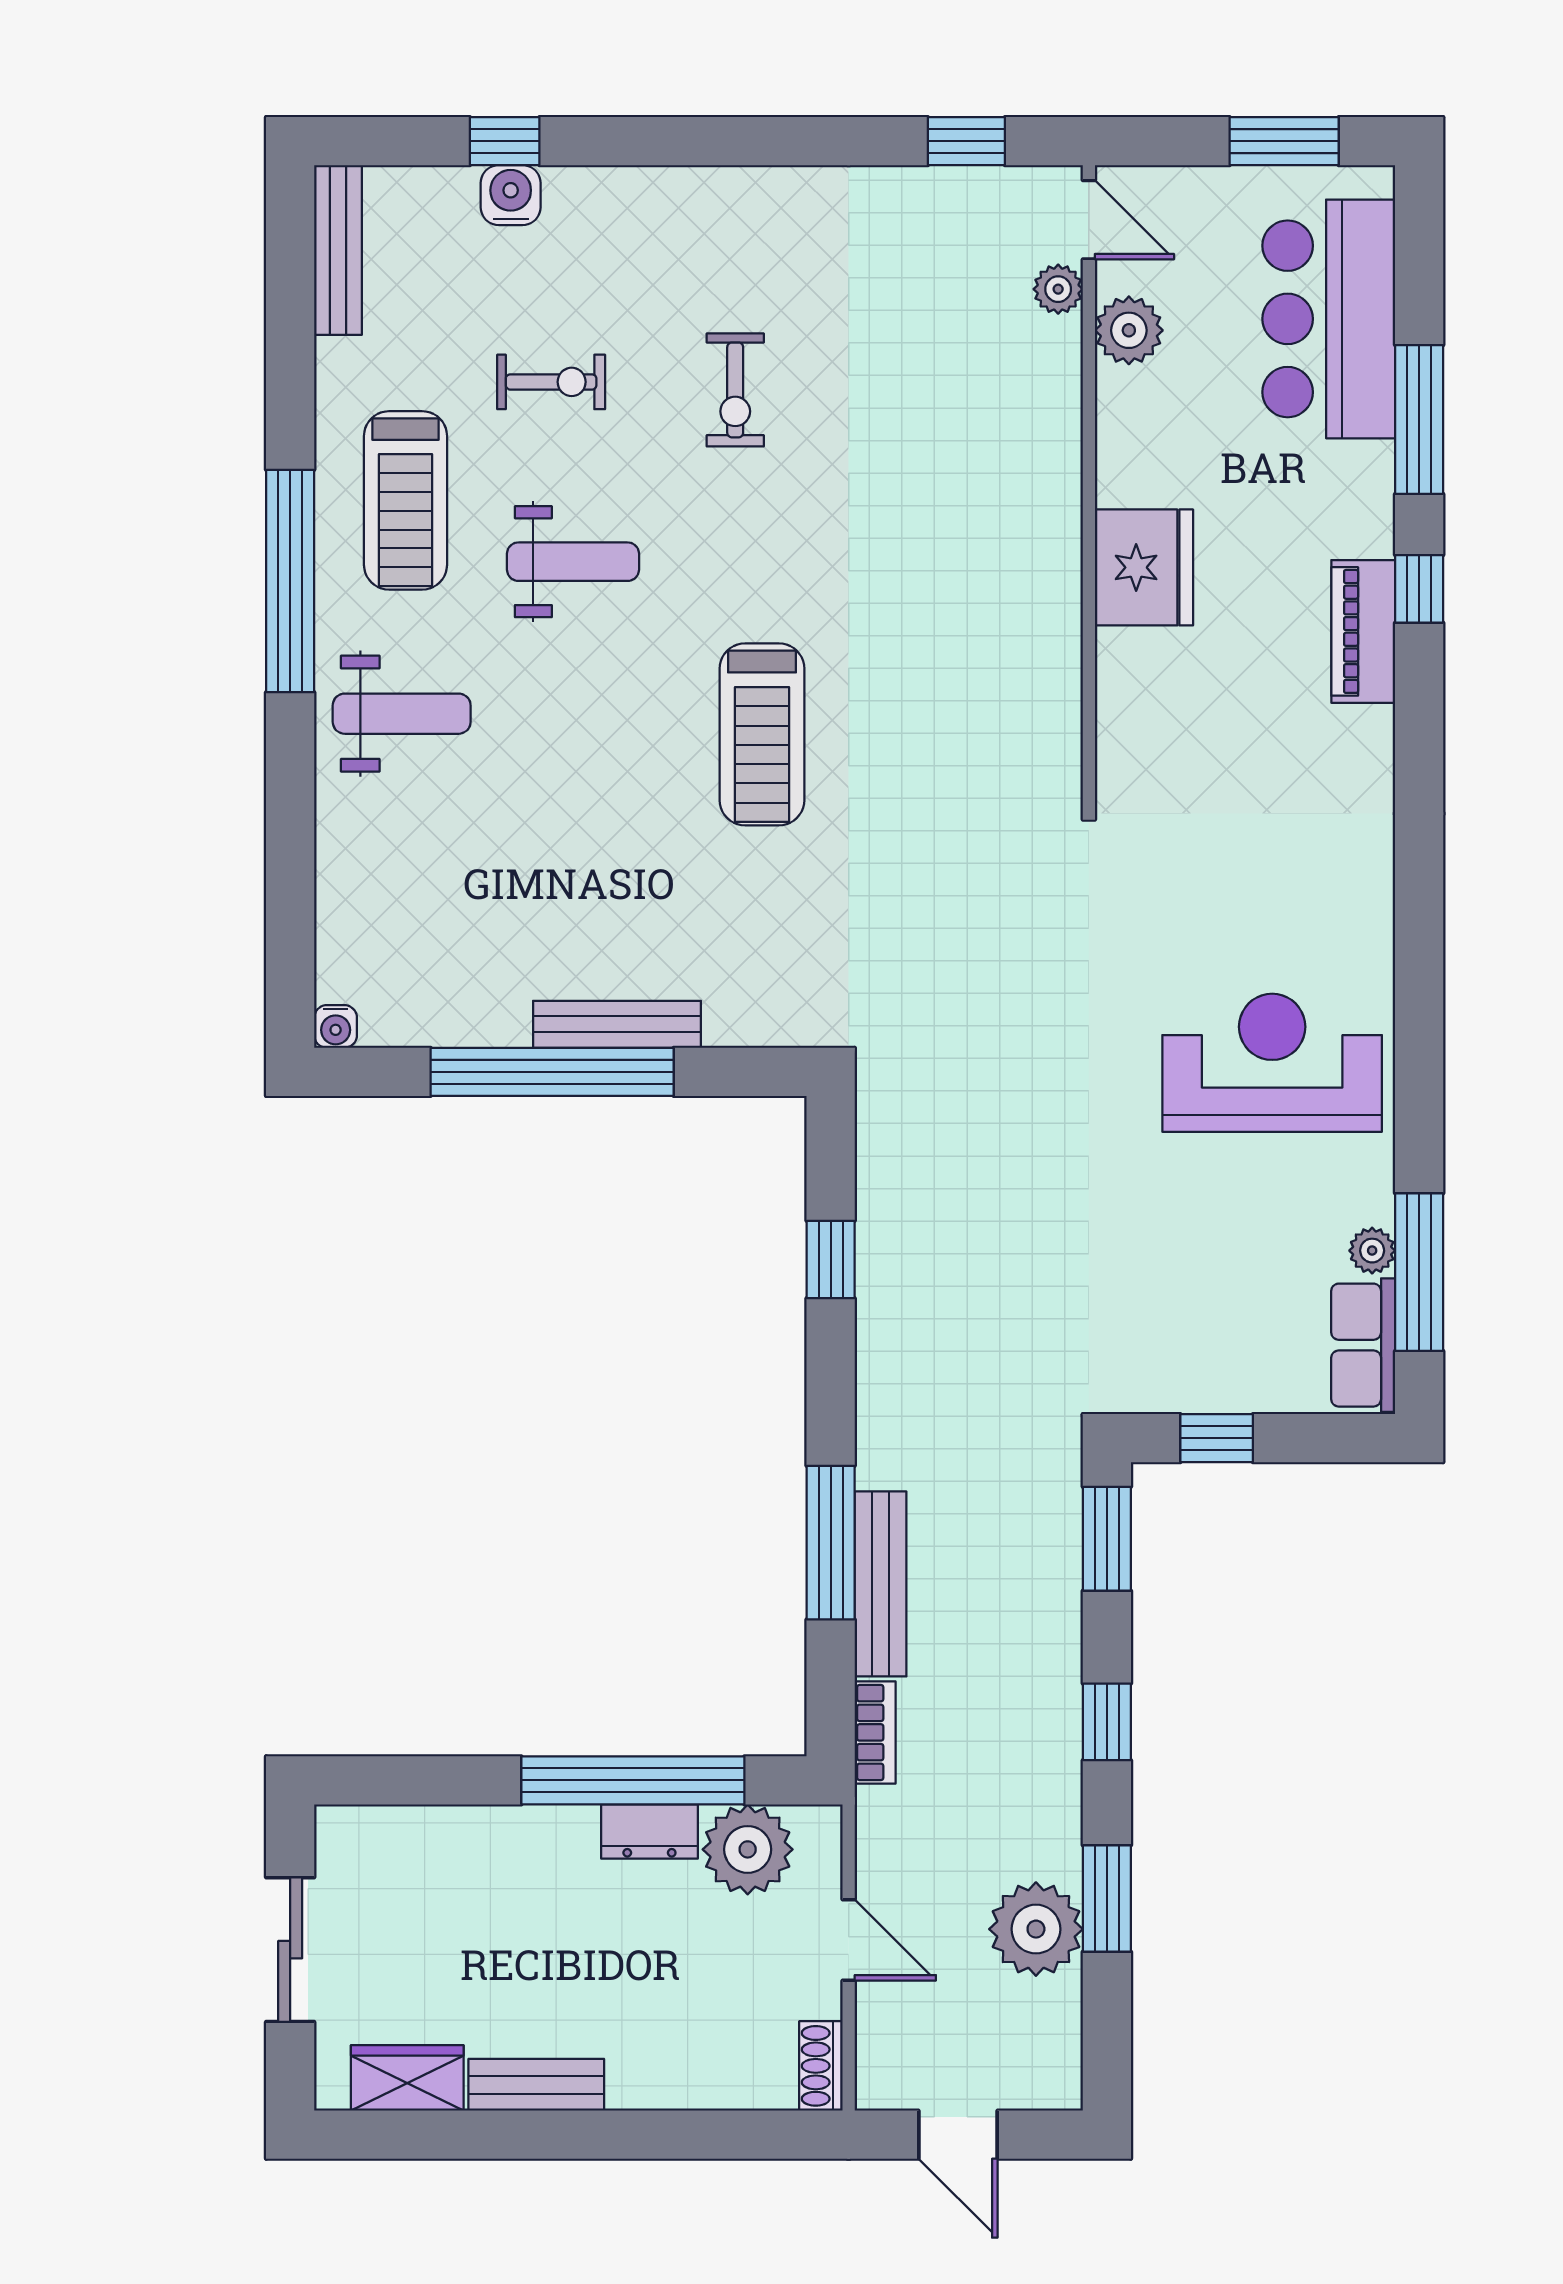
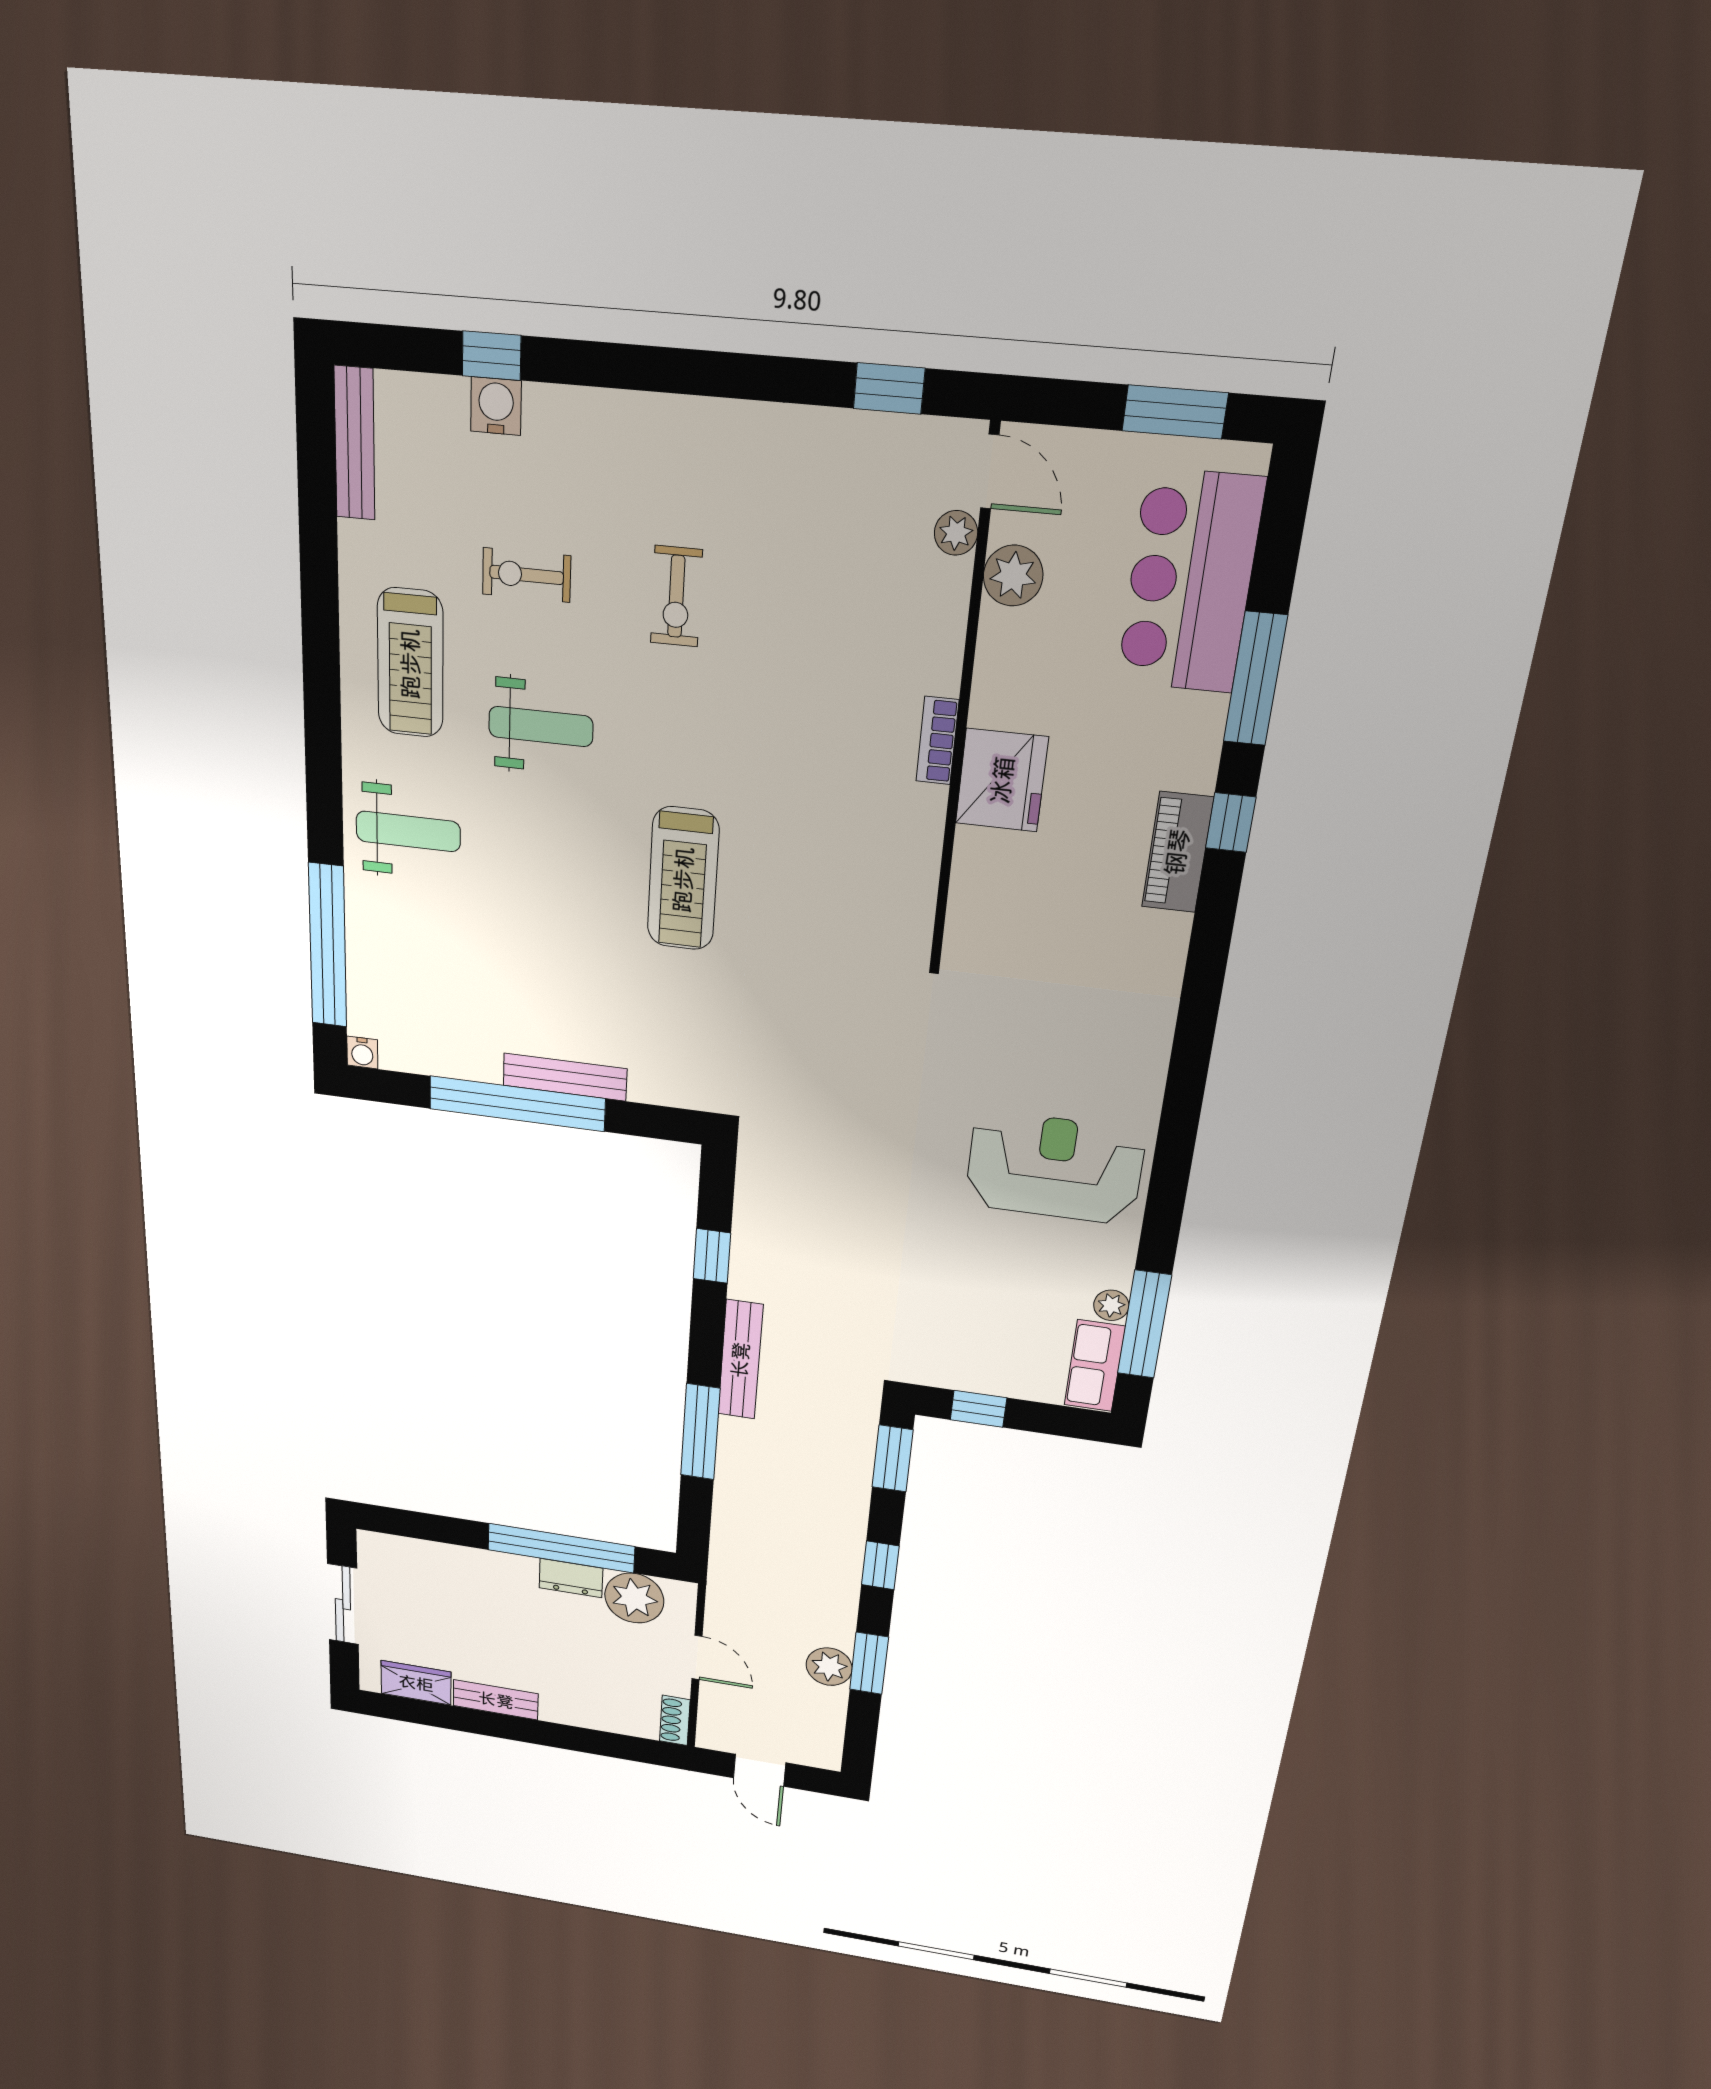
exercise bike: (551, 382) -> (527, 575), turned 180
window: (290, 581) -> (328, 946), moved
bench: (881, 1584) -> (740, 1360), moved
bookcase: (875, 1732) -> (937, 741), moved, turned 180
plant: (1036, 1929) -> (829, 1667), width x0.73, depth x0.73

